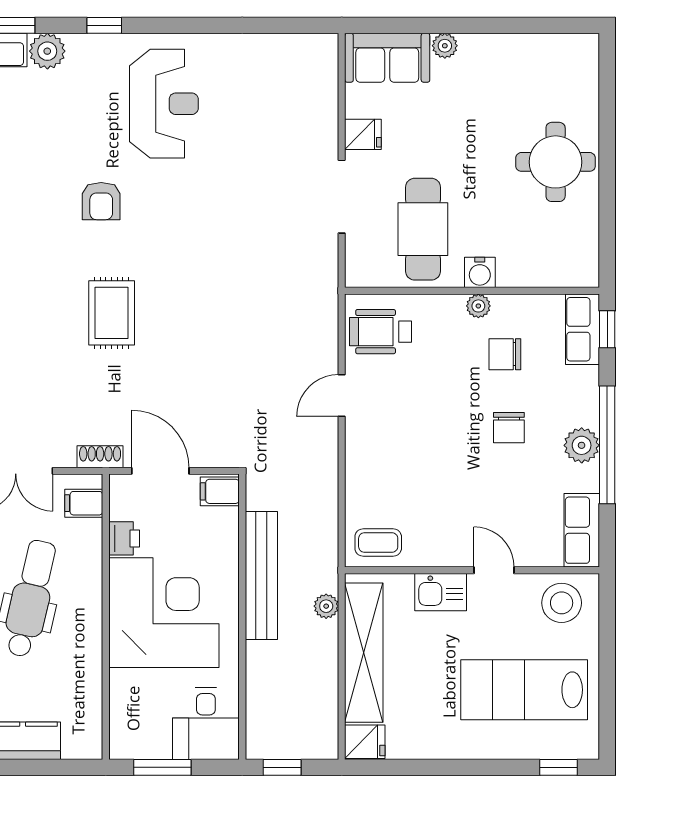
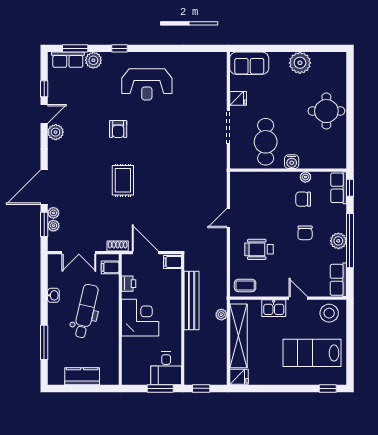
plant: (445, 46) -> (300, 63), moved, width x1.87, depth x1.87
reception desk: (164, 104) -> (147, 84), turned 90
plant: (478, 306) -> (305, 177), moved
wheelchair: (380, 332) -> (259, 249), moved
corner desk: (164, 613) -> (140, 318), width x0.74, depth x0.74
window: (162, 767) -> (160, 388), moved

